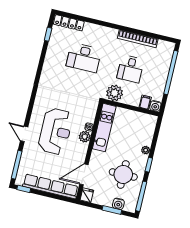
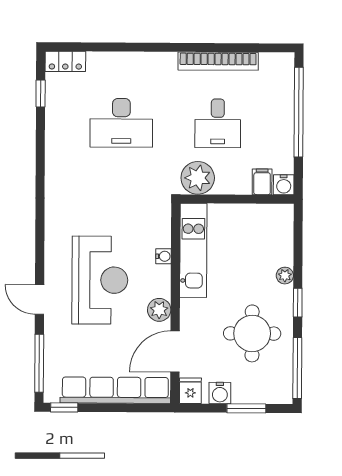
locker: (69, 23) -> (65, 61), width x0.66
plant: (85, 137) -> (159, 310), moved
water cooler: (118, 204) -> (220, 393), moved

